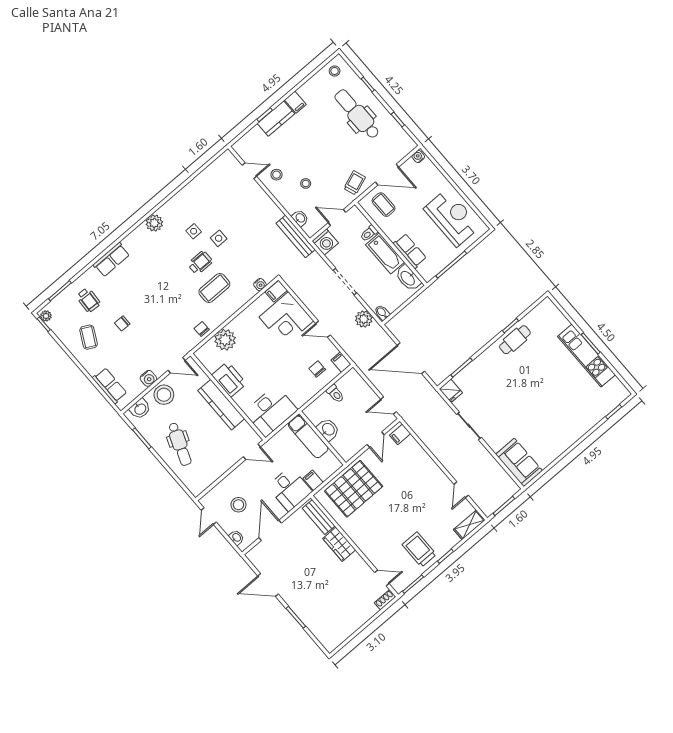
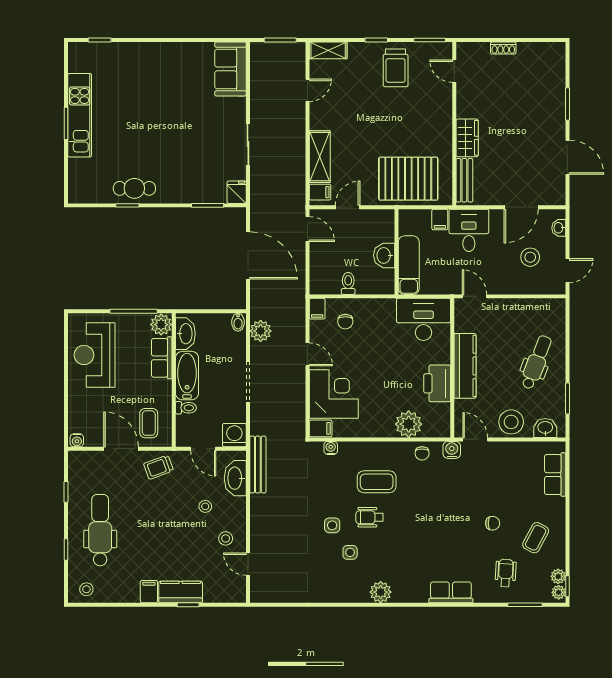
dental chair: (357, 114) -> (100, 530), turned 180
washbasin: (300, 218) -> (235, 478), width x1.91, depth x1.45
plant: (428, 271) -> (161, 325), added
plant: (55, 325) -> (558, 576), added
water cooler: (148, 378) -> (452, 450), moved
shelving: (419, 456) -> (320, 157), added
shoe rack: (385, 600) -> (503, 48), moved

